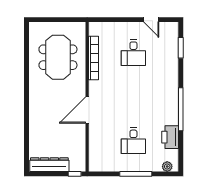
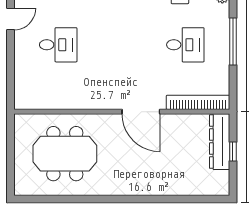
bookcase: (94, 58) -> (198, 102), moved
dresser: (49, 165) -> (220, 142), moved
window: (75, 174) -> (233, 151), moved

